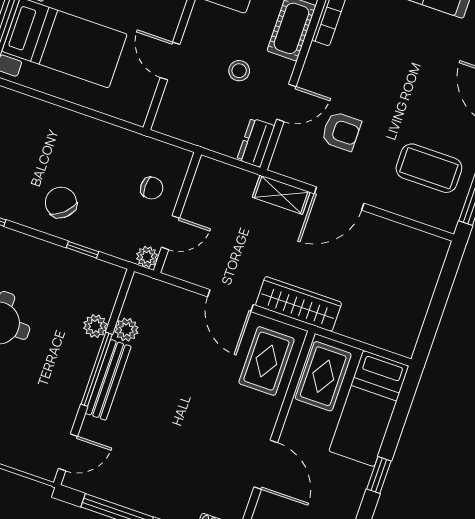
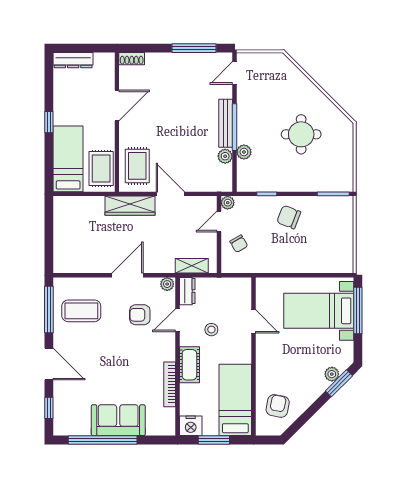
plant: (283, 164) -> (167, 284), added
chair: (152, 188) -> (239, 244), turned -120
shelving: (281, 195) -> (192, 266), moved
chair: (61, 203) -> (289, 217), turned 153
door: (266, 465) -> (117, 105), swing flipped

